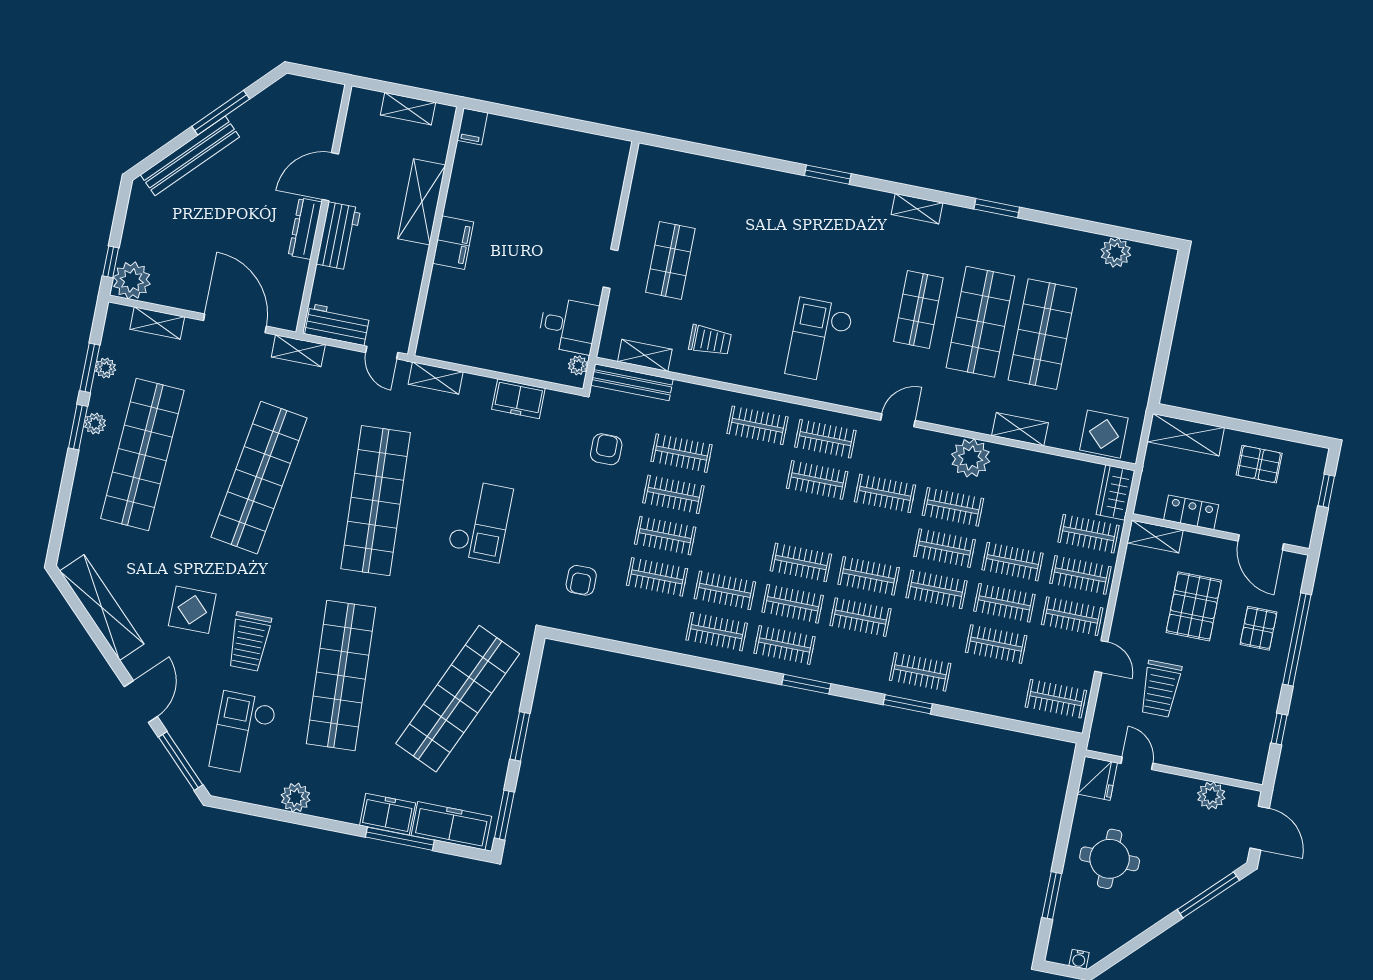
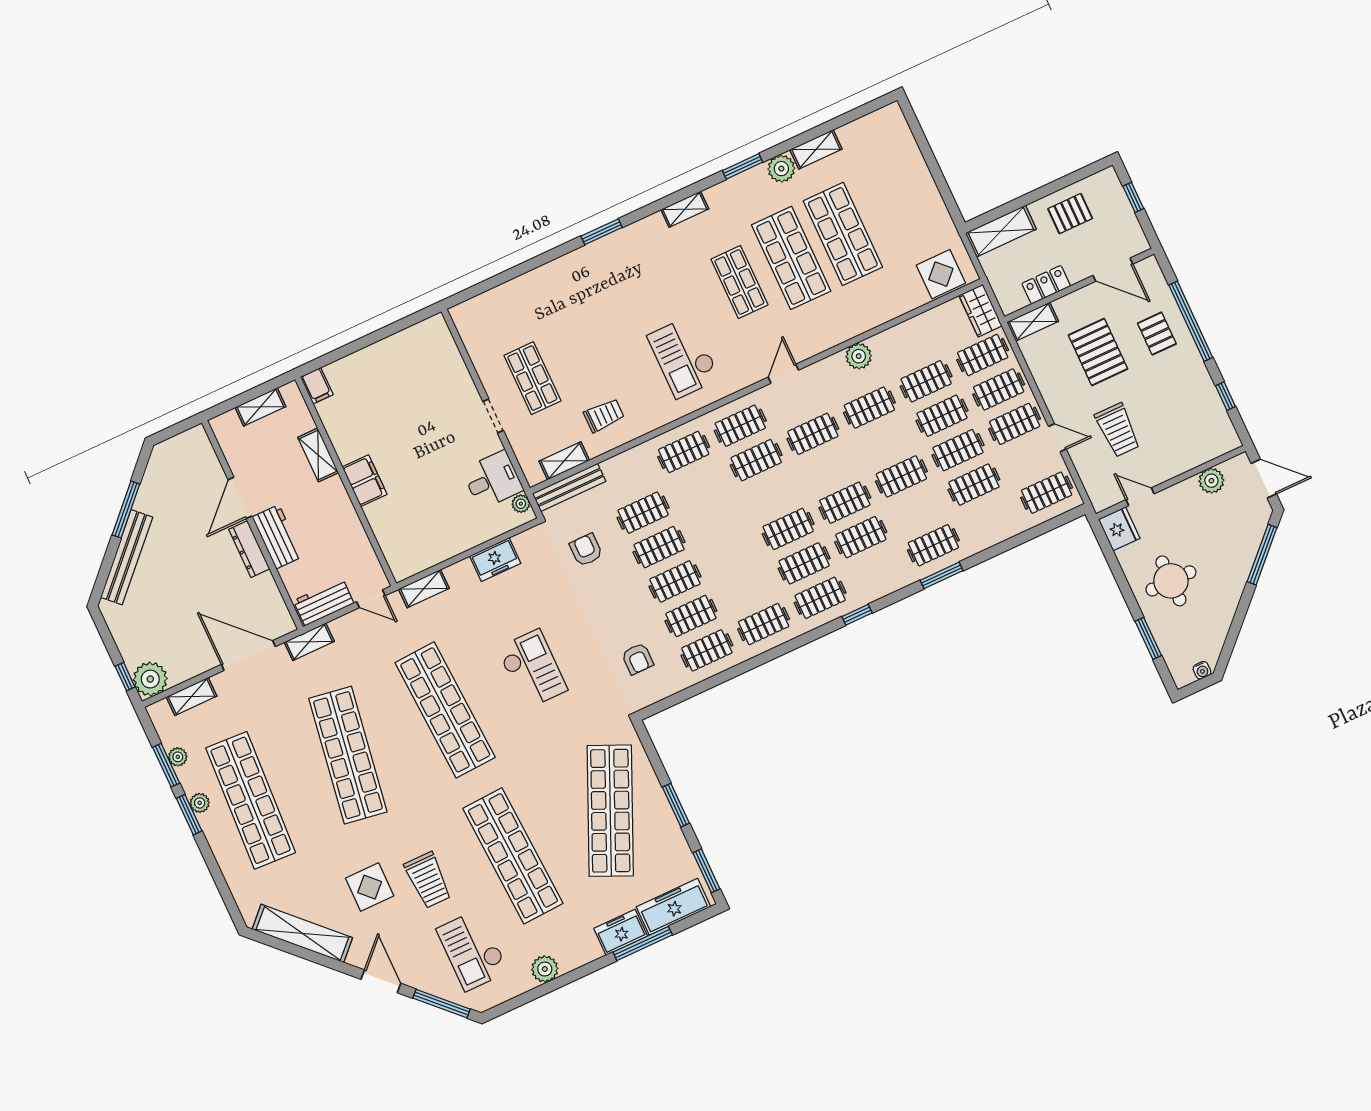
shelving: (422, 202) -> (318, 455), width x0.67, depth x0.75
plant: (1116, 252) -> (781, 169), moved
shelving: (1020, 429) -> (816, 149), moved
plant: (971, 458) -> (859, 356), width x0.73, depth x0.73
clothes rail: (945, 548) -> (926, 381), moved
clothes rail: (725, 590) -> (707, 650), moved
window: (806, 684) -> (857, 615), width x0.67

